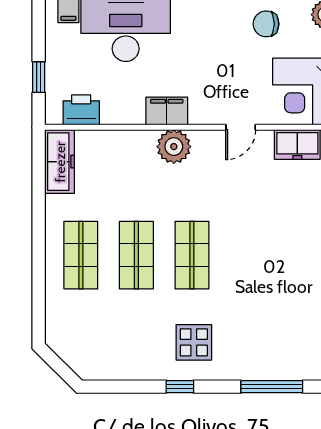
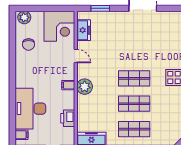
printer: (81, 110) -> (68, 118), moved
filing cabinet: (167, 111) -> (68, 85), width x0.50

